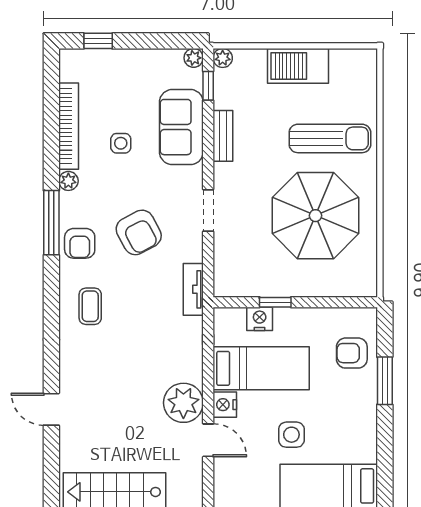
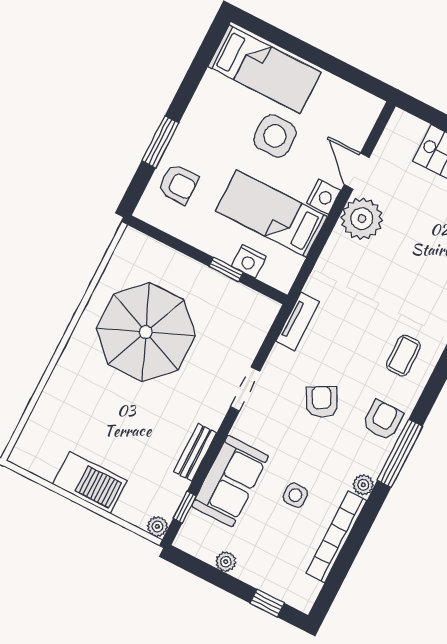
plant: (194, 58) -> (226, 562), moved
sun lounger: (330, 138) -> (95, 398), removed
armchair: (139, 232) -> (322, 402), width x0.72, depth x0.72
side table: (291, 435) -> (275, 136), width x1.37, depth x1.37

